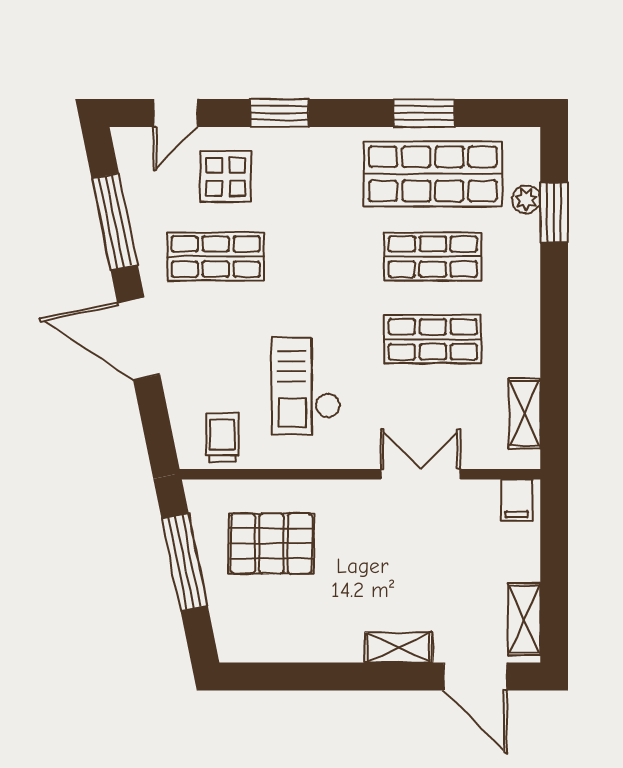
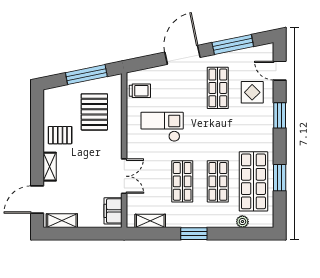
window: (554, 212) -> (194, 234), moved
filing cabinet: (517, 500) -> (113, 211), width x2.00
pallet: (325, 623) -> (60, 135), added

